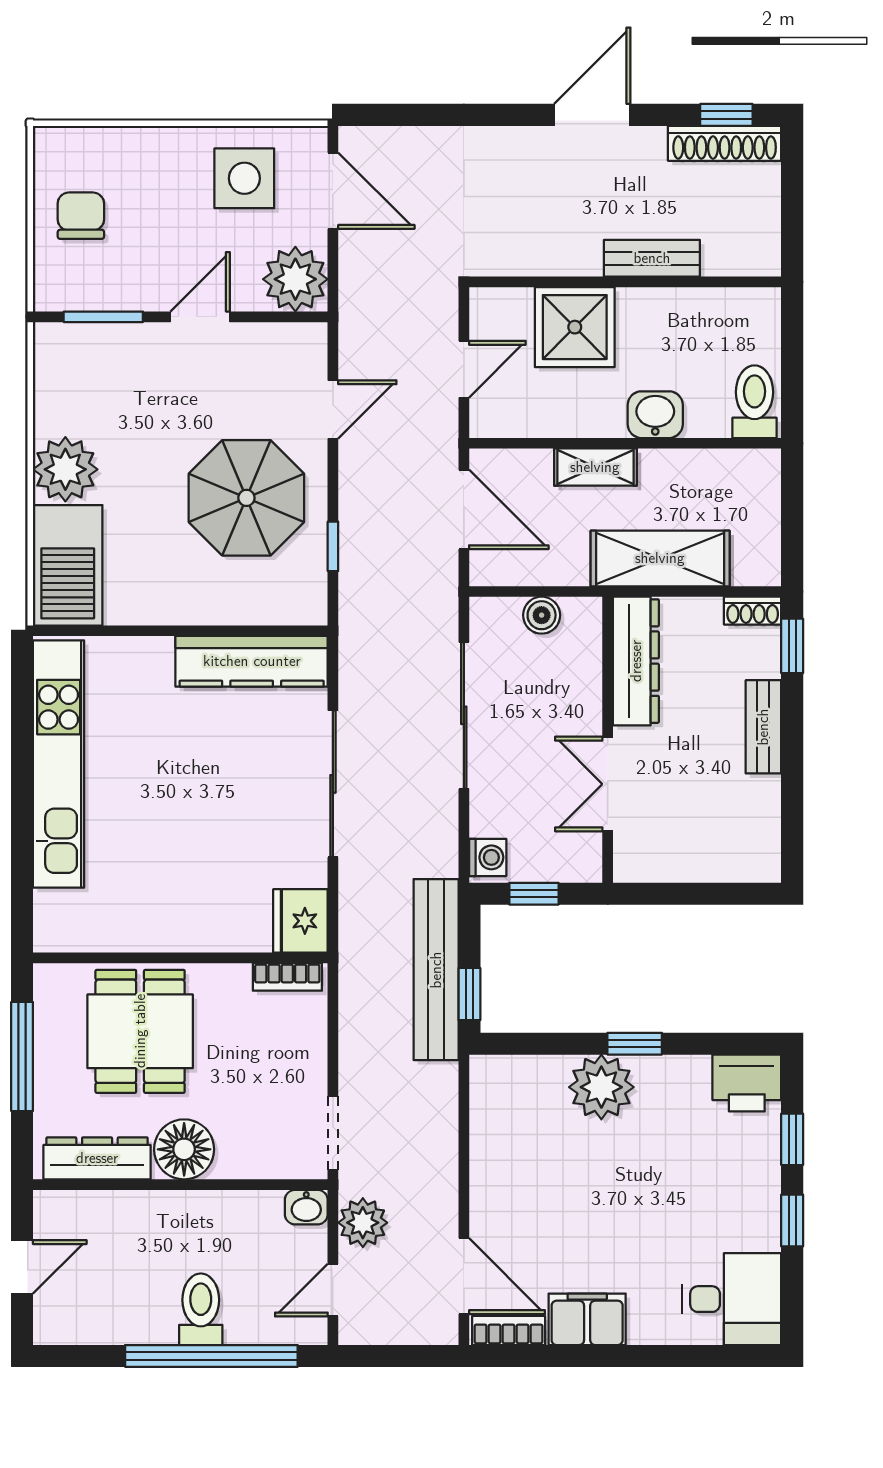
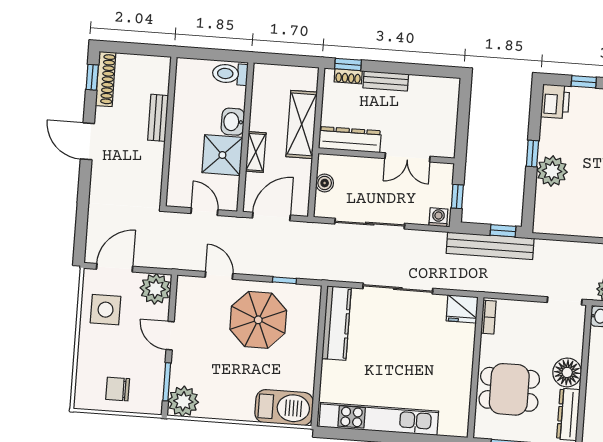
shower: (575, 327) -> (222, 155), moved
plant: (65, 469) -> (183, 401), moved
shoe rack: (753, 611) -> (348, 76), moved, turned 90

